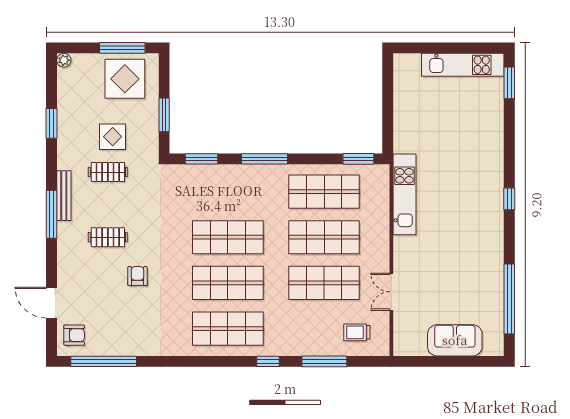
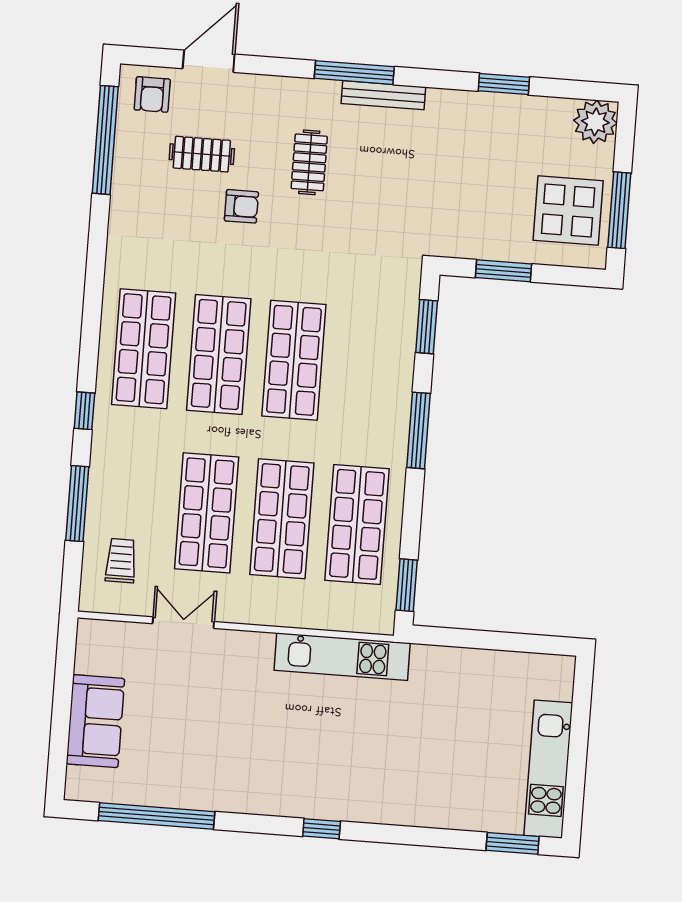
plant: (64, 60) -> (595, 122), width x1.87, depth x1.87
display table: (113, 137) -> (474, 183), removed
clothes rail: (108, 172) -> (202, 154), moved, turned 90

